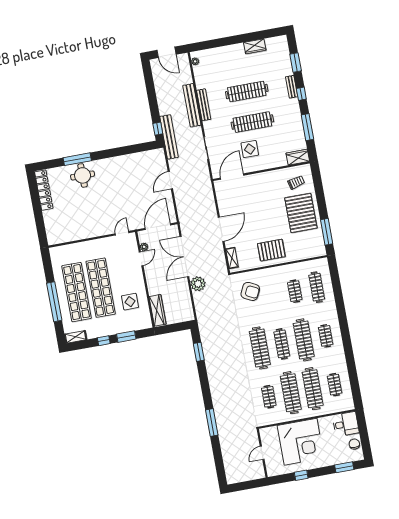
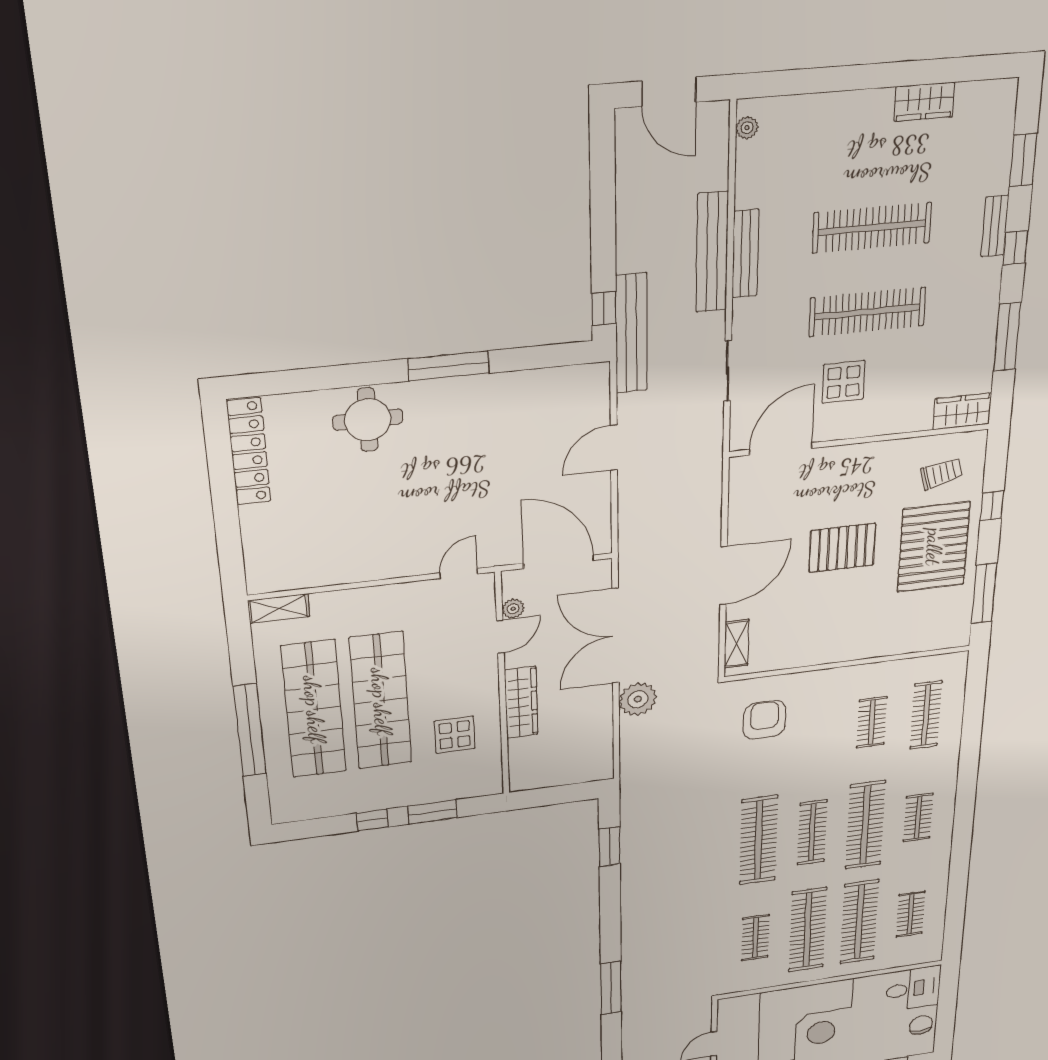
window: (77, 159) -> (449, 366), moved
window: (320, 194) -> (992, 506), added
door: (158, 227) -> (559, 562), hinge flipped
pallet: (271, 250) -> (842, 548), moved
armchair: (250, 291) -> (764, 720), turned -116
wardrobe: (158, 310) -> (521, 702), moved
shelving: (76, 337) -> (279, 608), moved

